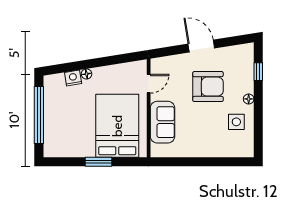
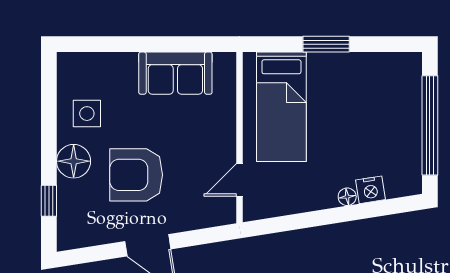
floor lamp: (249, 99) -> (74, 161), width x1.89, depth x1.89
sofa: (163, 122) -> (175, 73), moved, turned -90
bed: (117, 126) -> (281, 107), width x0.67

